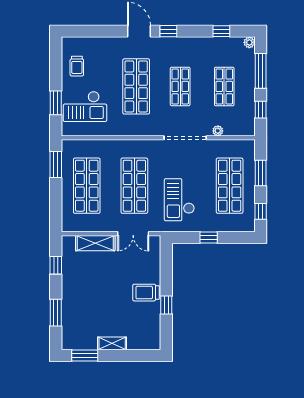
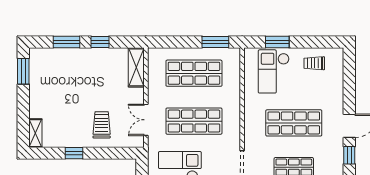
shelving: (95, 243) -> (136, 67), moved
window: (56, 265) -> (100, 42), moved
trolley: (146, 293) -> (102, 125), moved
shelving: (112, 343) -> (35, 133), moved

